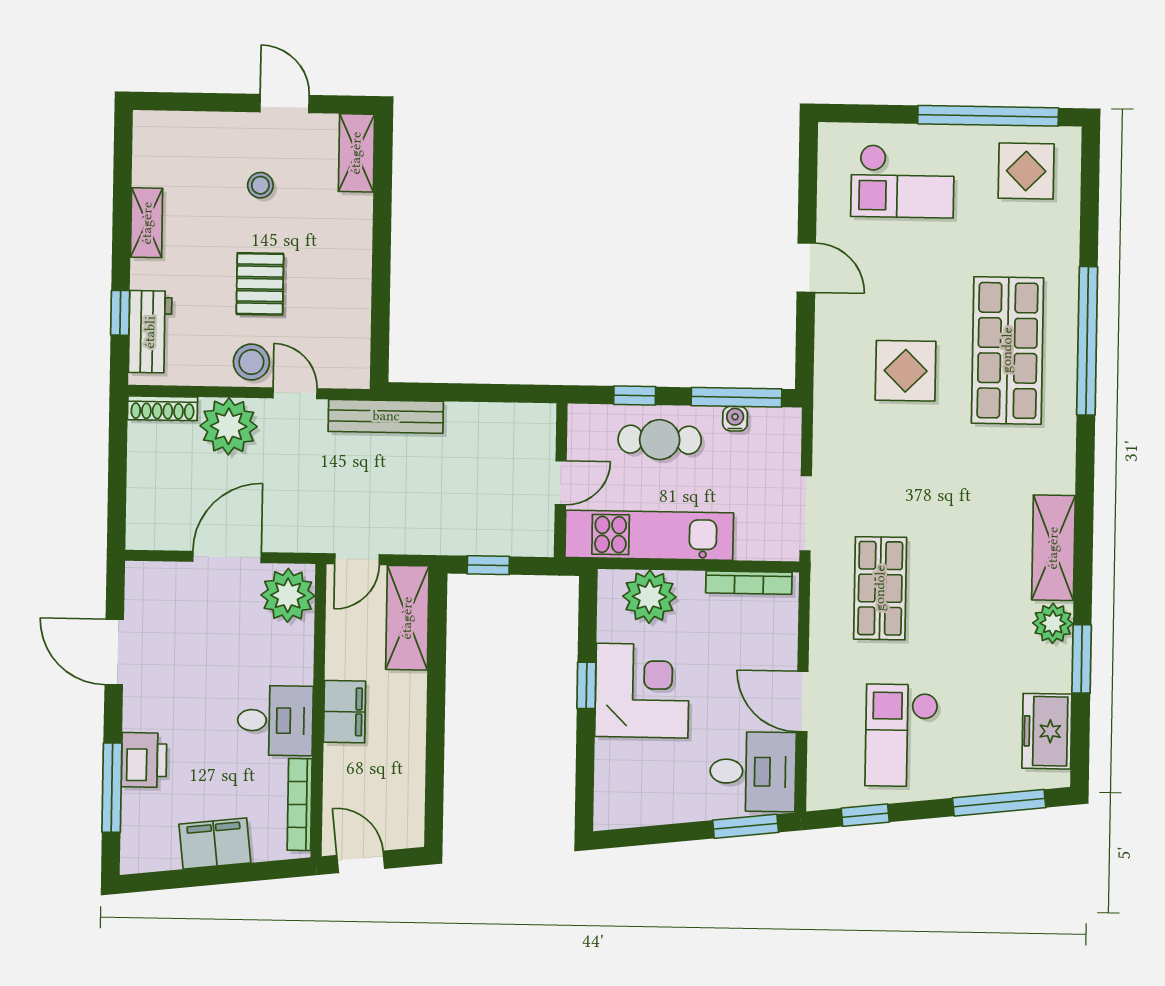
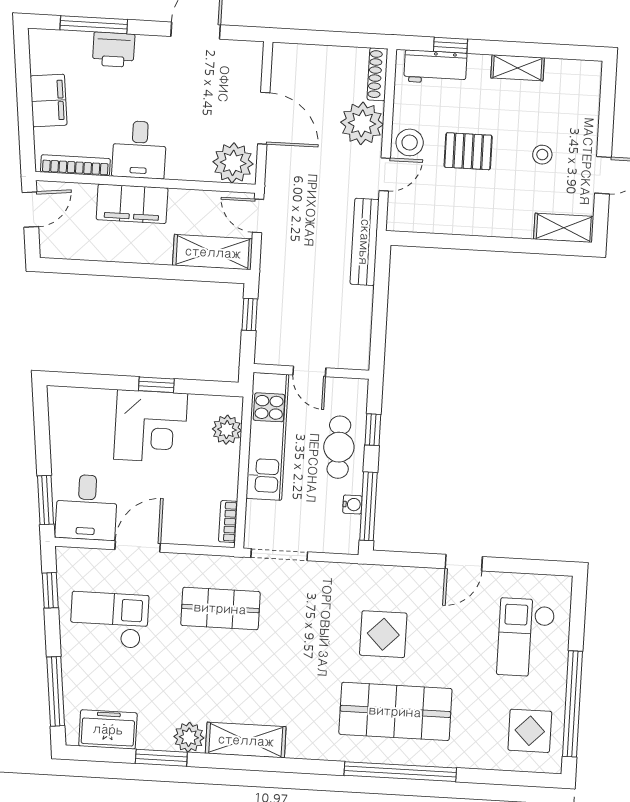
bookcase: (749, 583) -> (228, 522), width x0.64
plant: (649, 597) -> (227, 430), width x0.73, depth x0.73
filing cabinet: (345, 712) -> (132, 204), width x1.50, depth x1.17

